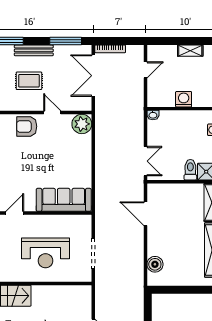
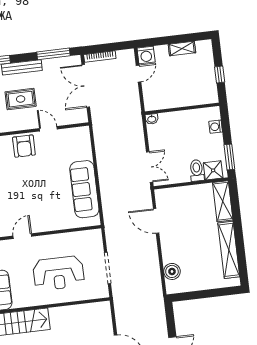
washing machine: (184, 99) -> (146, 55), moved, turned 180
plant: (82, 124) -> (80, 137), removed
armchair: (27, 126) -> (24, 146), turned -90
sofa: (64, 200) -> (84, 189), moved, turned -90

